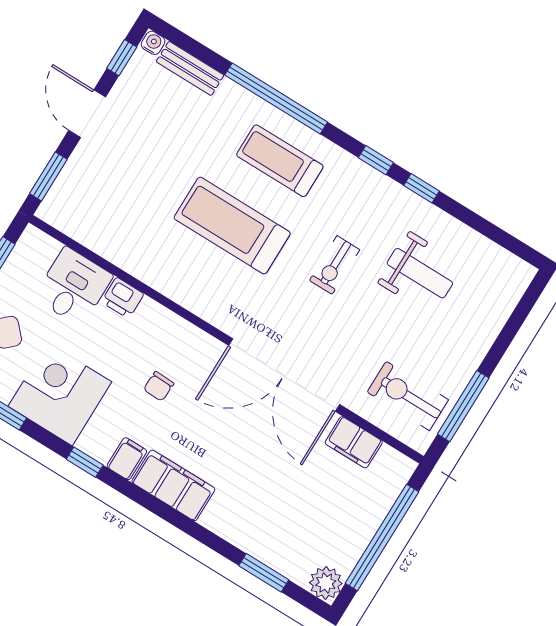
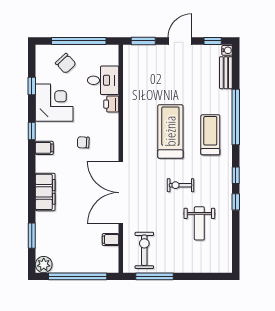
filing cabinet: (354, 442) -> (111, 240), width x0.50
filing cabinet: (173, 485) -> (45, 192), moved

